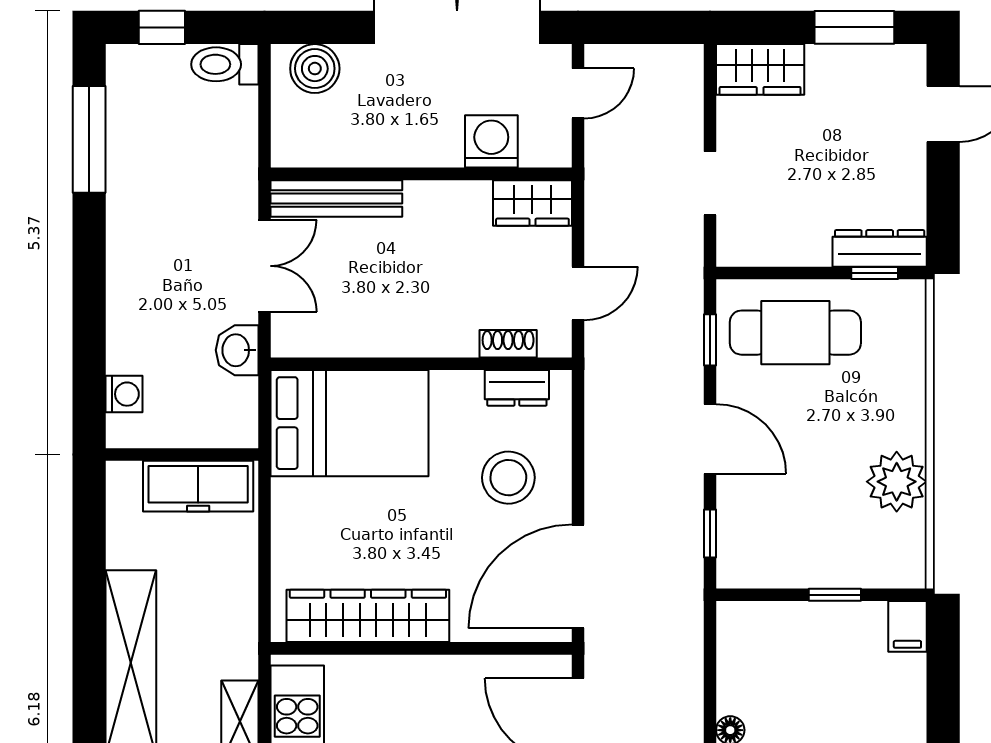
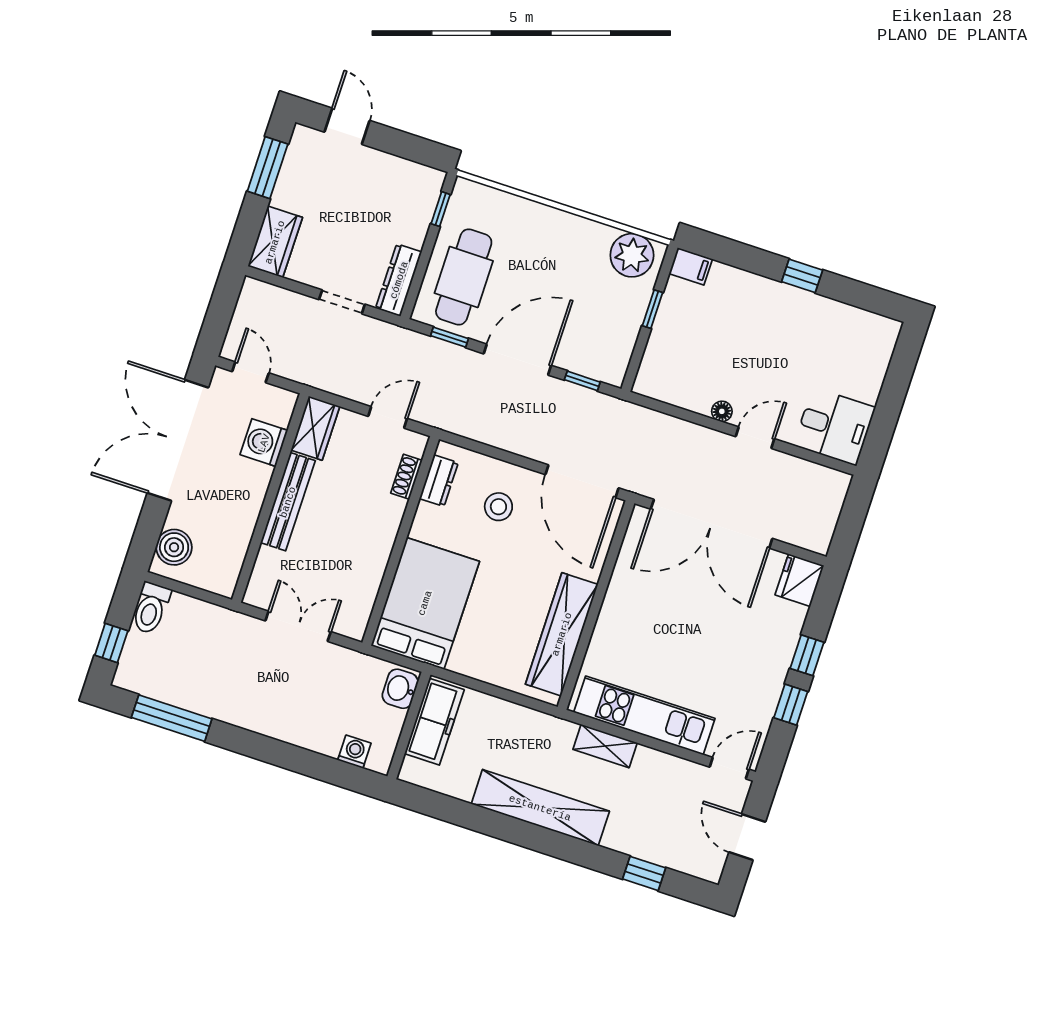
bench: (336, 199) -> (288, 502), moved
dresser: (880, 248) -> (399, 280), moved
door: (578, 293) -> (388, 417), hinge flipped
washbasin: (237, 350) -> (400, 689), moved, turned 90
door: (710, 439) -> (517, 360), width x1.36
stool: (508, 478) -> (498, 507), width x0.73, depth x0.73
plant: (897, 482) -> (632, 255), moved

